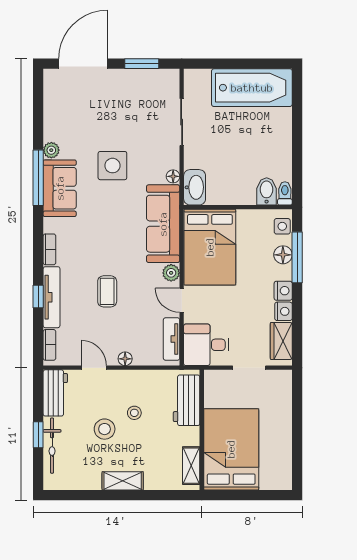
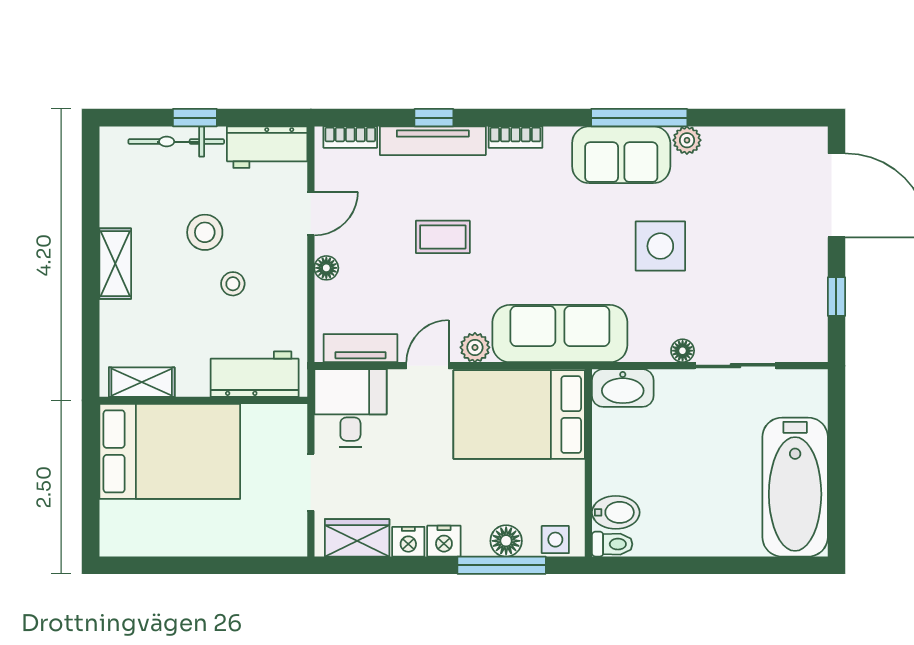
window: (142, 64) -> (836, 297), width x0.67
floor lamp: (173, 176) -> (683, 351), moved

